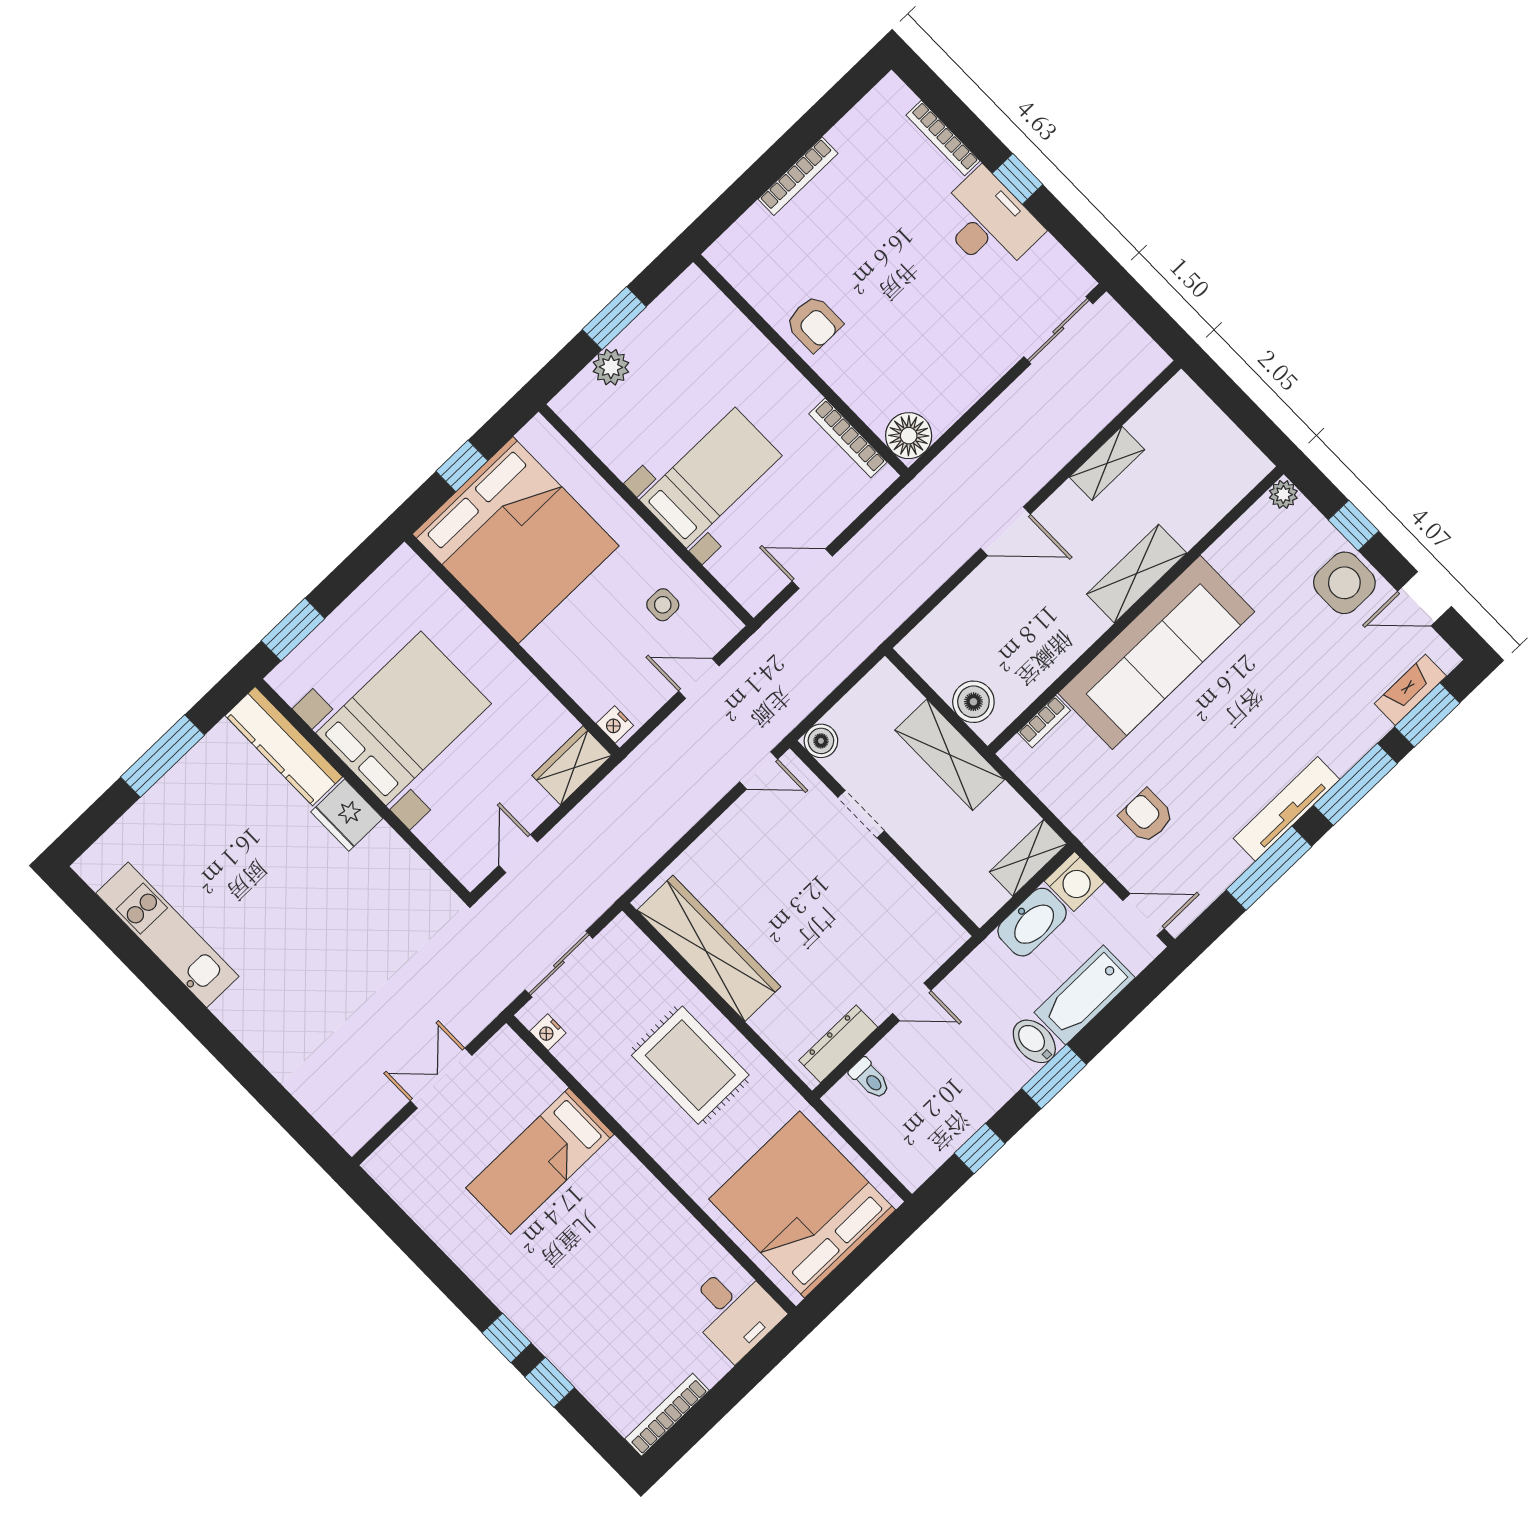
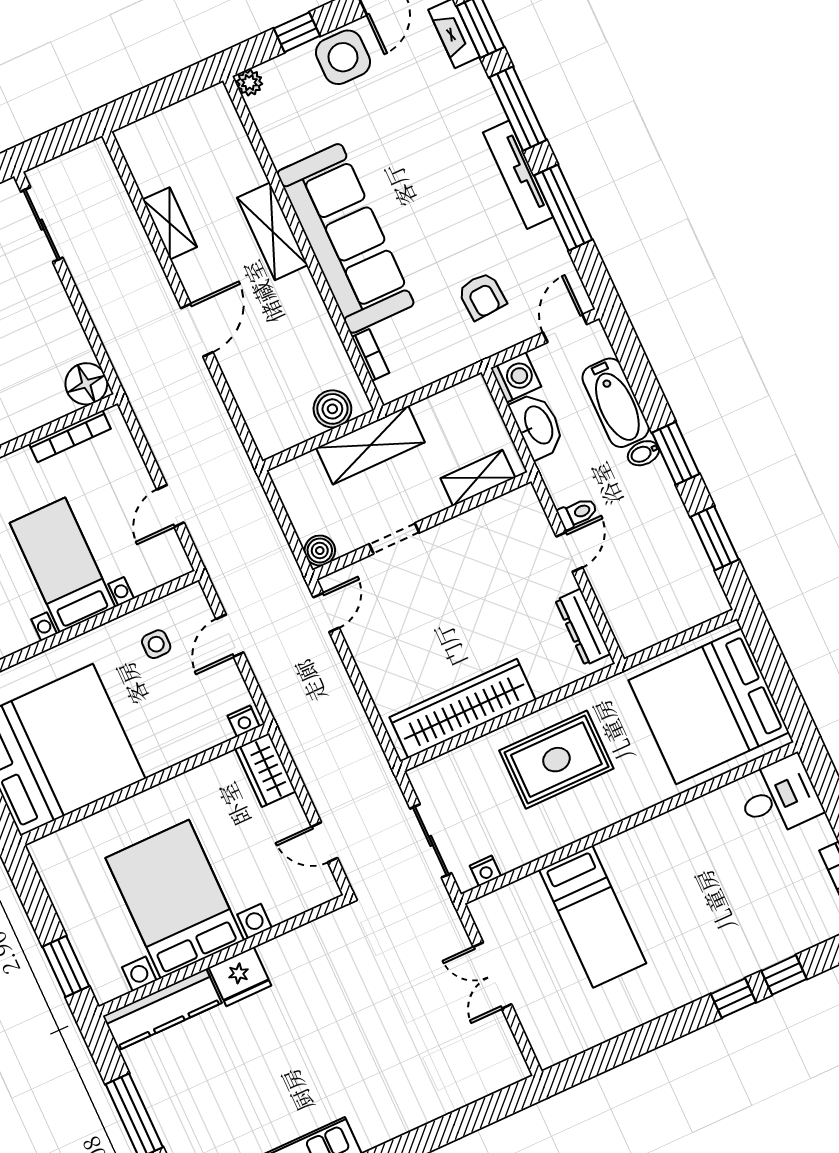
armchair: (1147, 816) -> (482, 296), turned -94
shelving: (1028, 858) -> (478, 478), moved, turned 90
bidet: (1034, 1041) -> (643, 453), width x0.72, depth x0.74
toilet: (870, 1079) -> (577, 513), moved
window: (980, 1148) -> (715, 538), width x1.50

